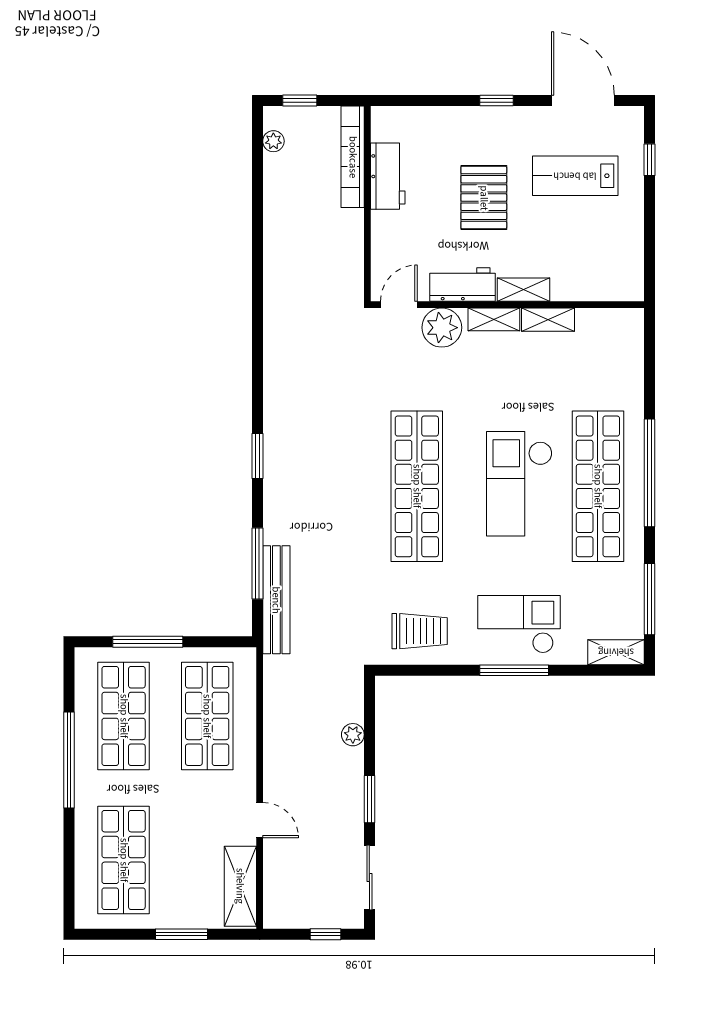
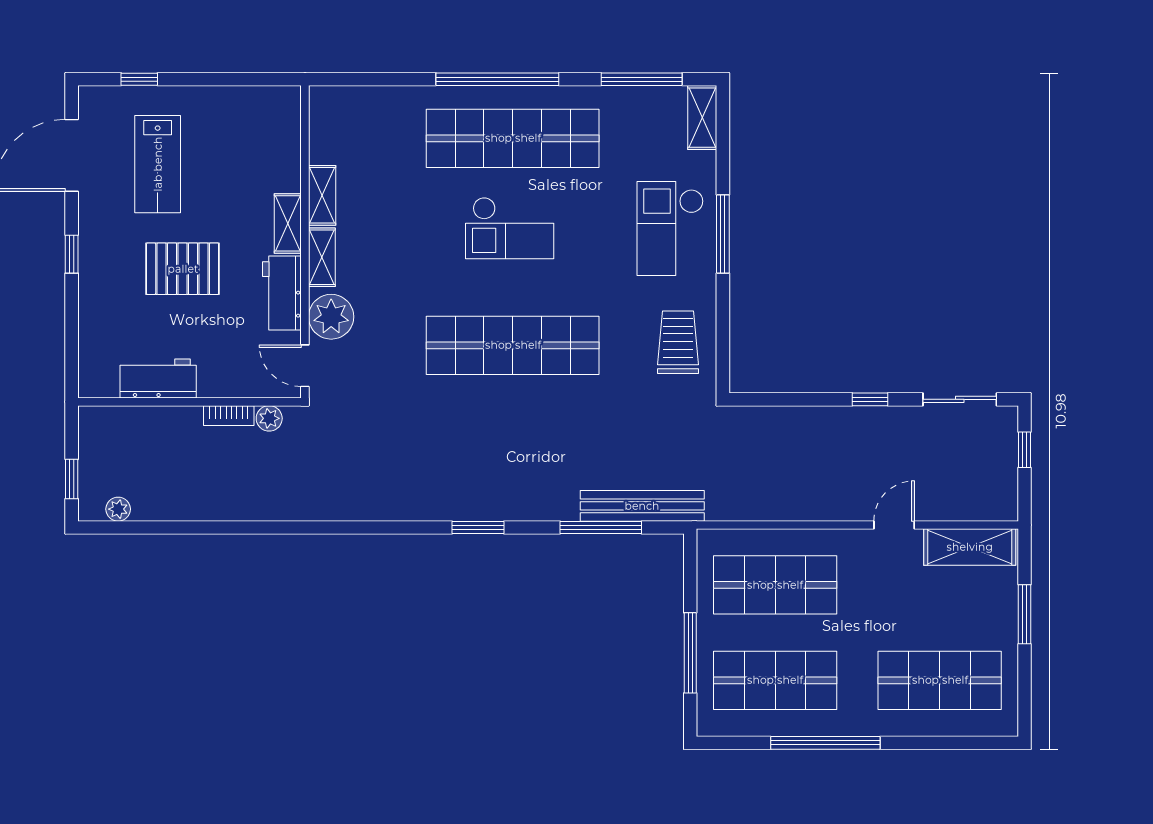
bookcase: (353, 157) -> (229, 416), moved, width x0.43, depth x0.76
checkout: (519, 484) -> (510, 228), width x0.73, depth x0.83
plant: (353, 735) -> (269, 418), moved
window: (369, 799) -> (870, 399), width x0.67

